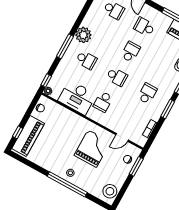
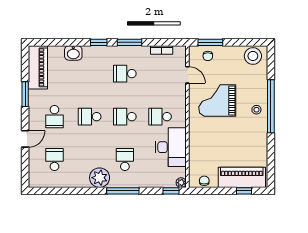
school desk: (117, 77) -> (125, 117), turned -90
school desk: (103, 102) -> (160, 117), turned 180

